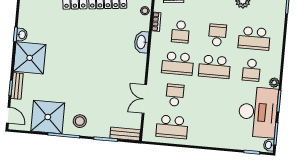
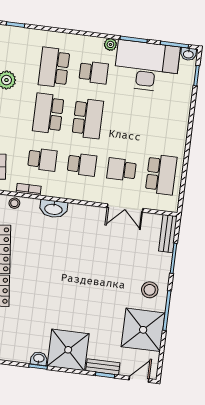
school desk: (217, 35) -> (48, 113), width x1.85
school desk: (254, 38) -> (54, 67), turned 180
school desk: (178, 63) -> (82, 164), width x0.54

